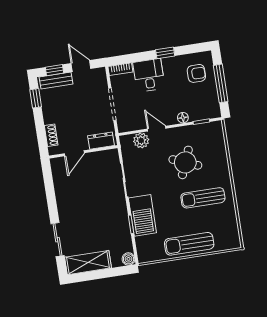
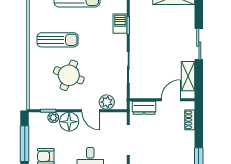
plant: (195, 116) -> (53, 118), added
floor lamp: (183, 118) -> (69, 122), width x1.89, depth x1.89
shelving: (60, 181) -> (188, 76), added
barbecue: (142, 215) -> (120, 24), width x0.53, depth x0.65
sliding door: (57, 240) -> (199, 44), moved

